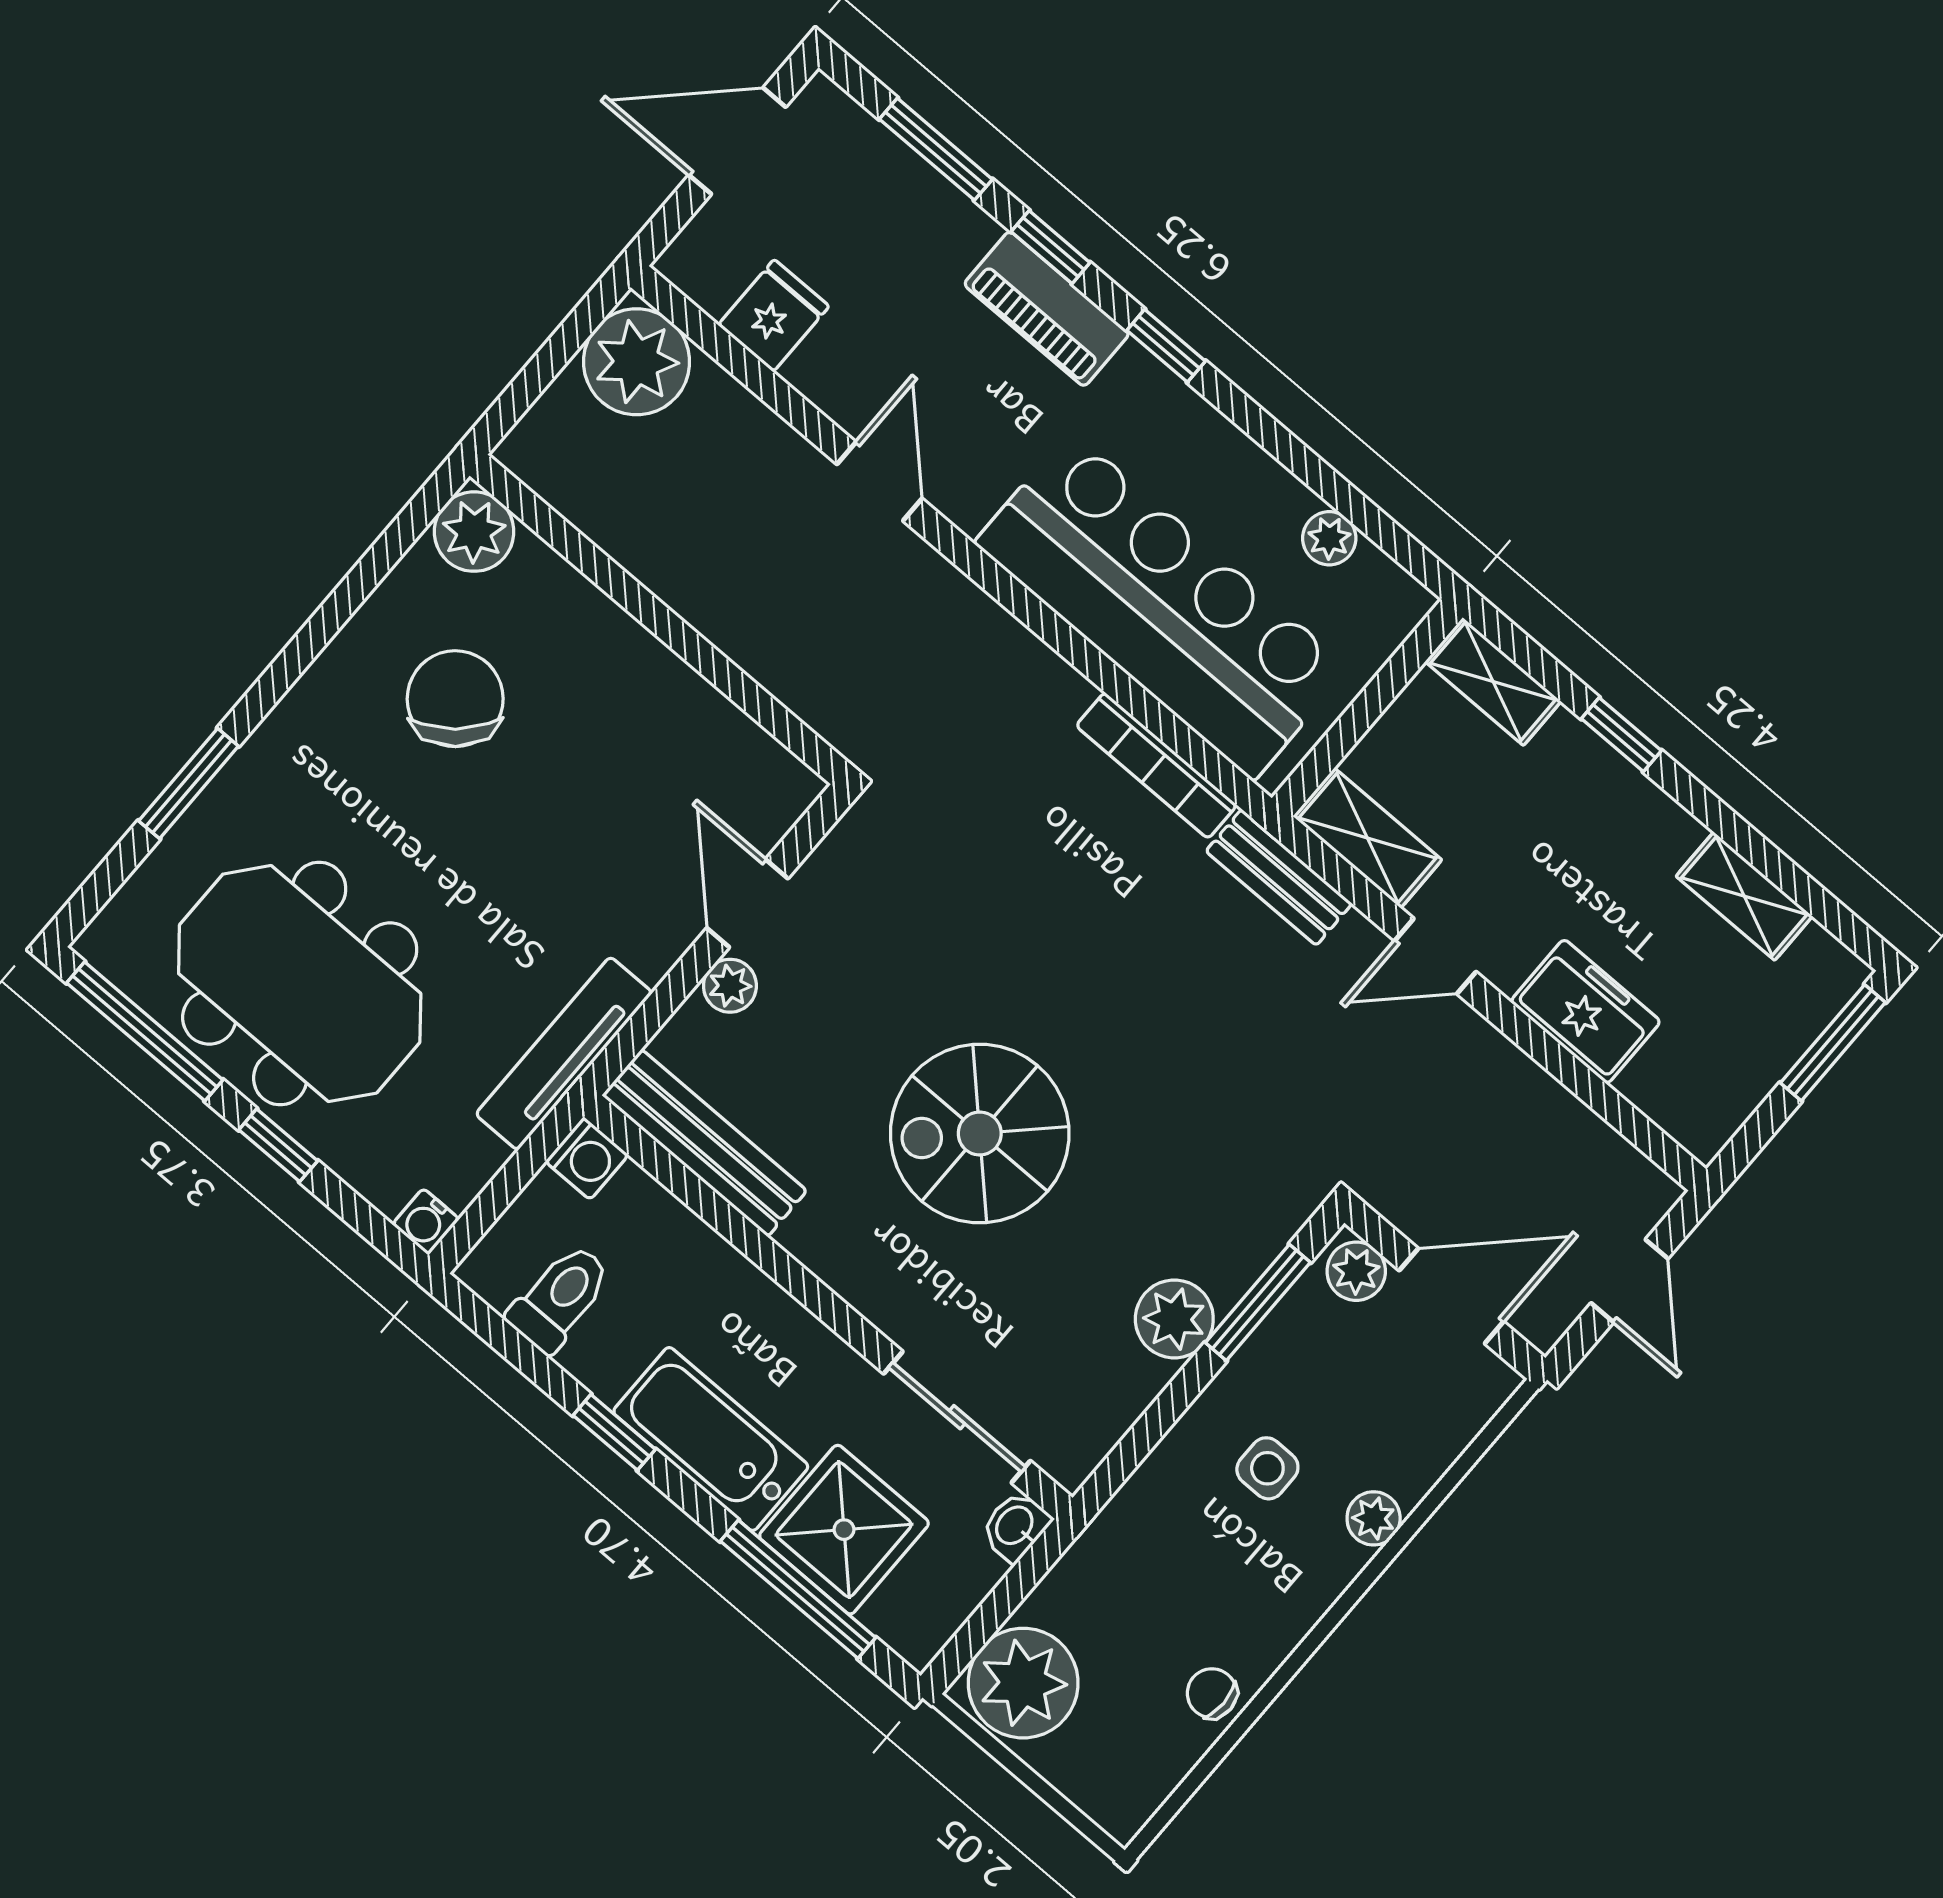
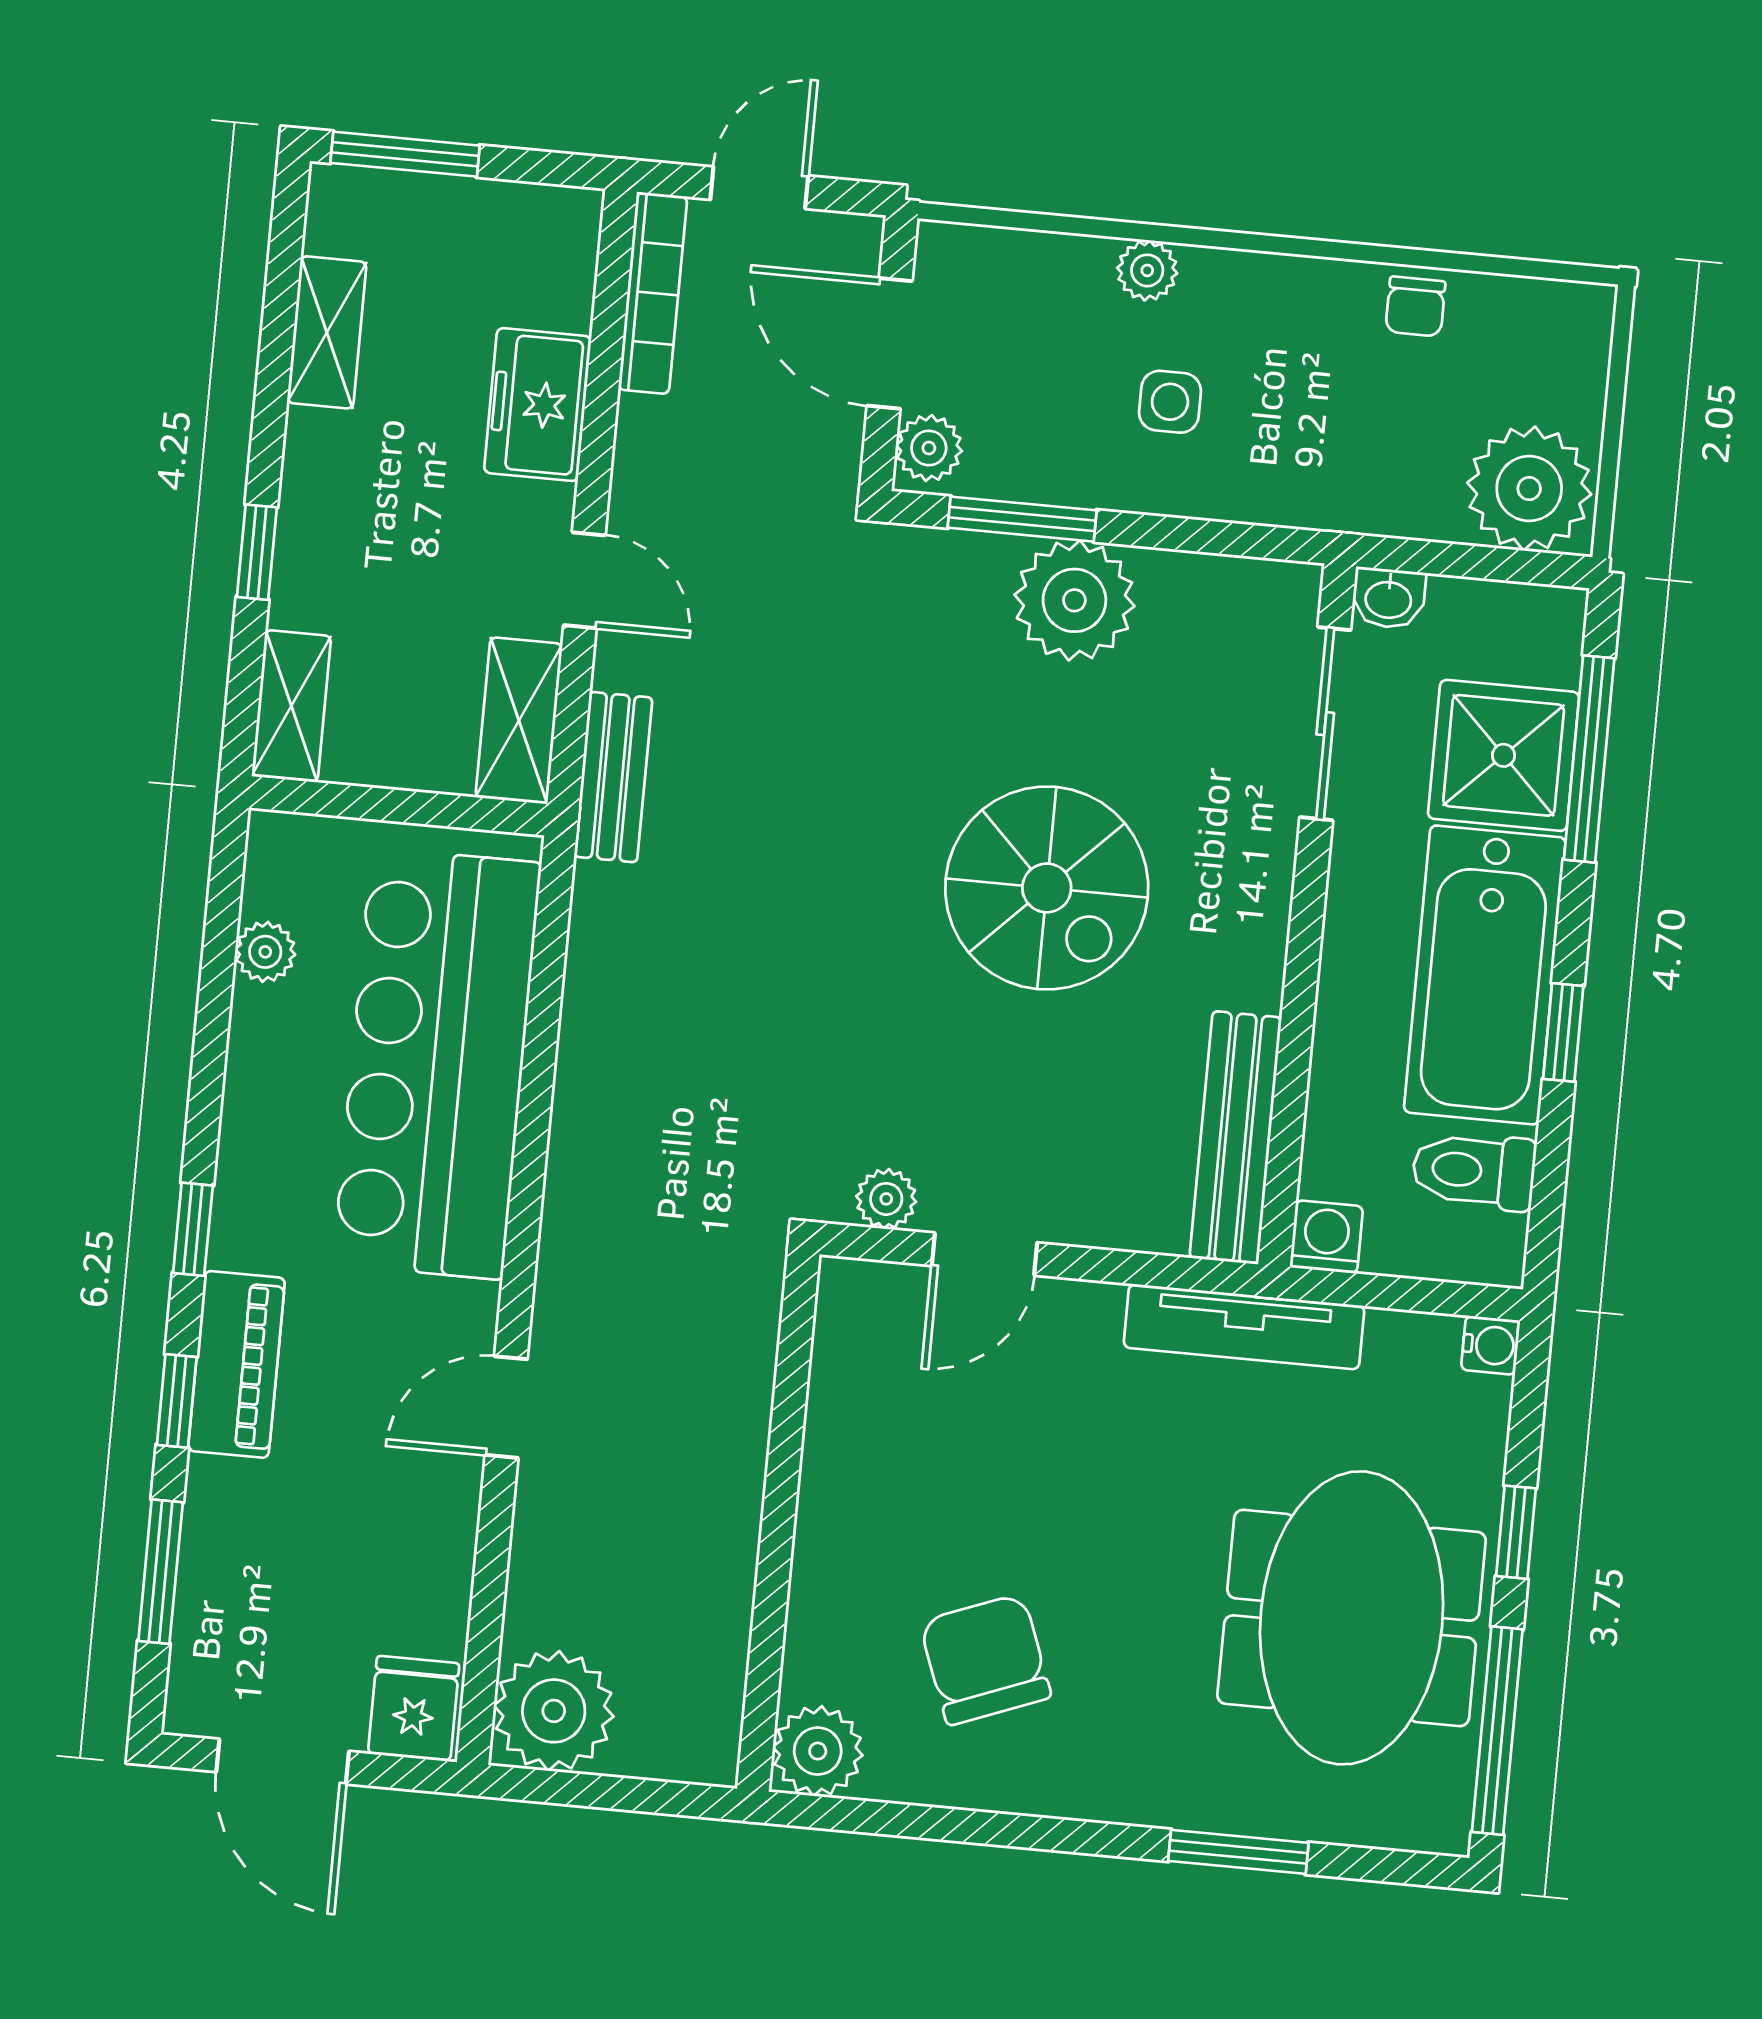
fridge: (774, 316) -> (414, 1709), moved, turned 90
chair: (455, 699) -> (985, 1659), turned 110
bookcase: (1156, 765) -> (653, 293), moved
plant: (730, 986) -> (886, 1199), moved
plant: (1174, 1319) -> (1074, 600), width x1.36, depth x1.36
bathtub: (711, 1439) -> (1485, 975), width x1.36, depth x1.36

